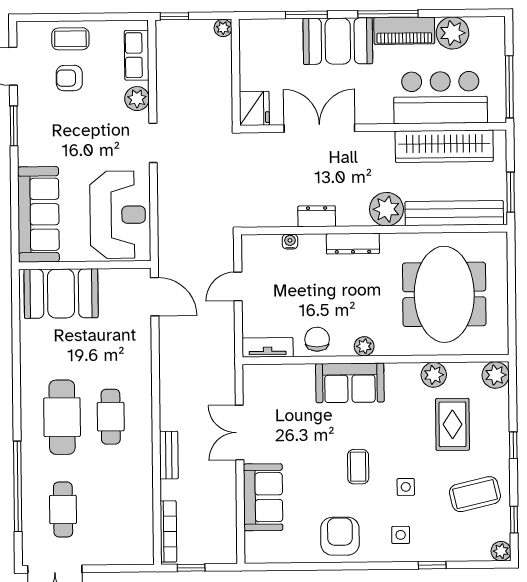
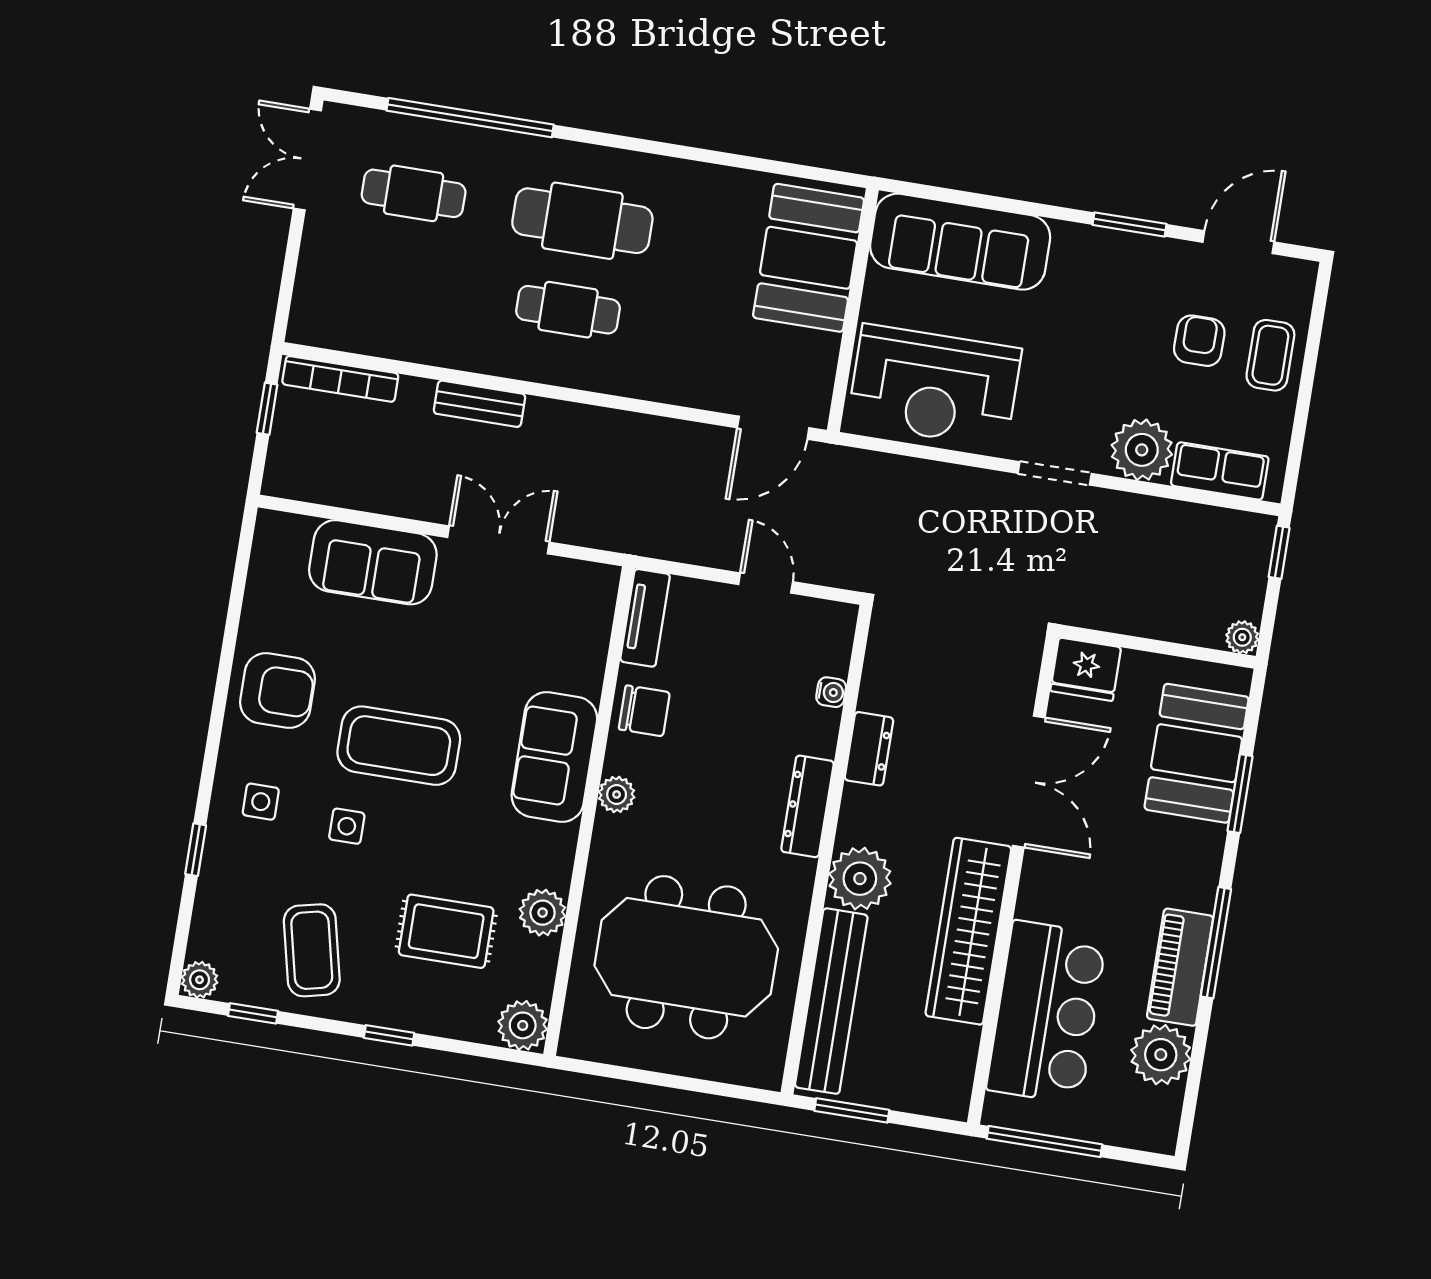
booth: (338, 41) -> (1197, 753), moved
plant: (137, 99) -> (1142, 450), width x1.36, depth x1.36
wardrobe: (444, 146) -> (968, 931), moved
coffee table: (358, 467) -> (399, 746), width x1.86, depth x1.72

